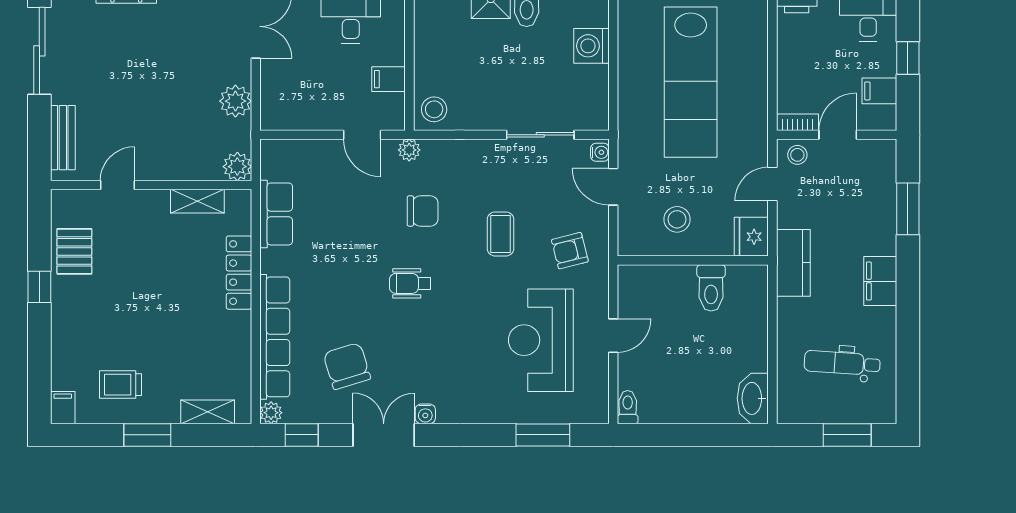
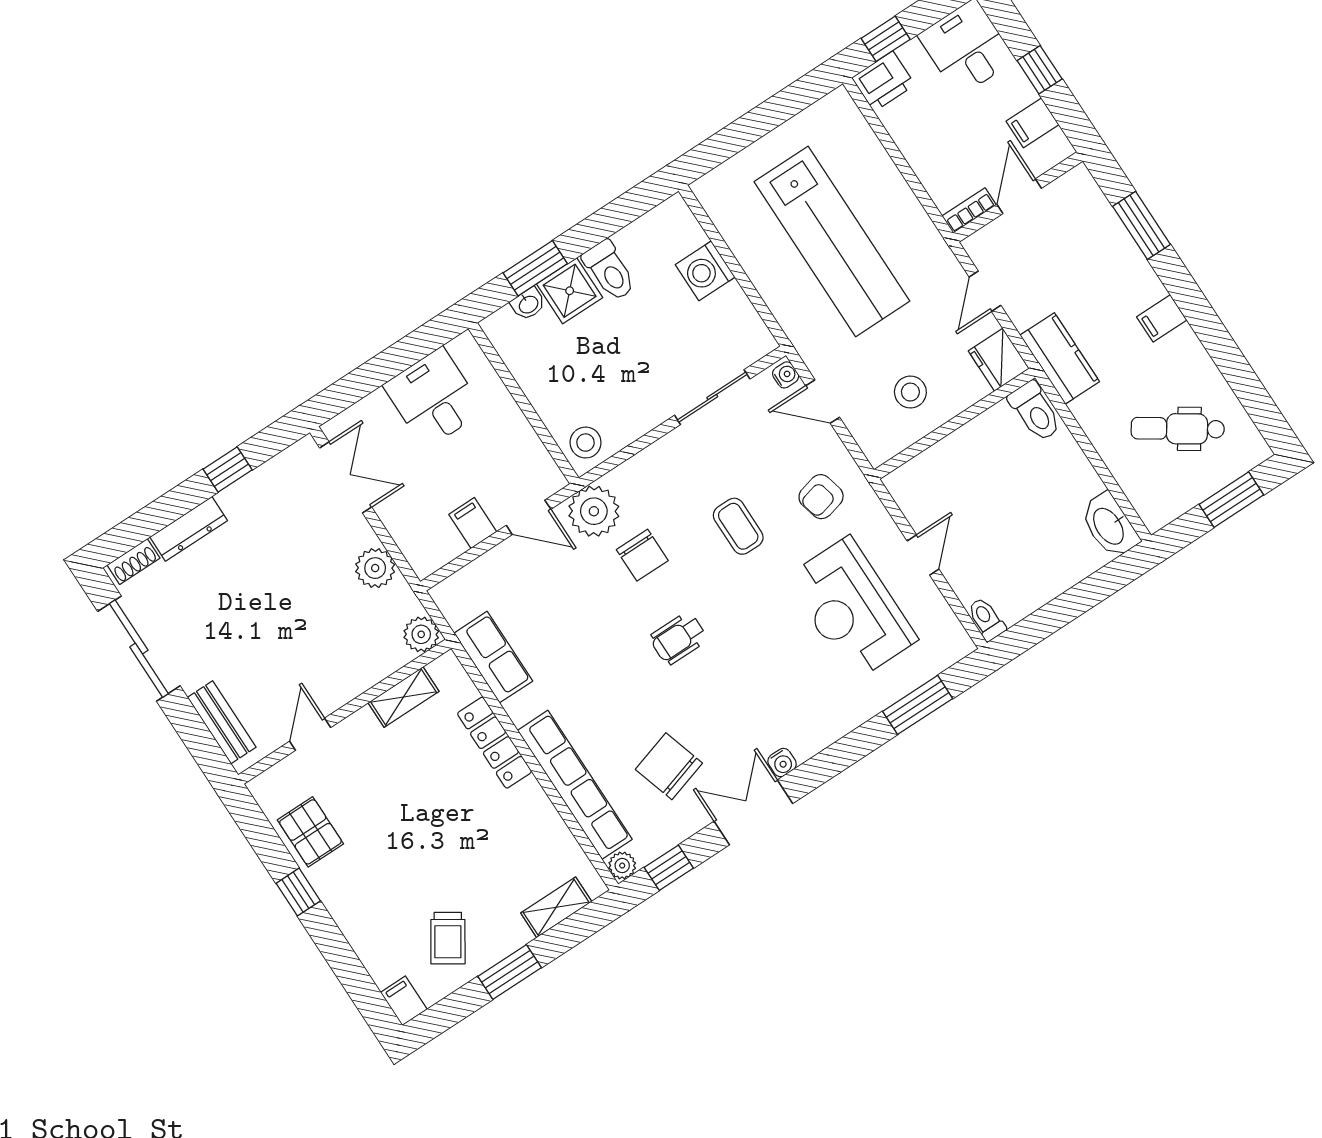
filing cabinet: (389, 79) -> (473, 523), moved, turned 90
plant: (409, 150) -> (594, 511), width x1.88, depth x1.88
stool: (797, 155) -> (991, 244), removed
chair: (423, 211) -> (642, 555), turned 90
filing cabinet: (880, 281) -> (1162, 318), width x0.50
toilet: (711, 288) -> (1035, 411), moved
dental chair: (842, 363) -> (1178, 429), turned 30
trolley: (120, 385) -> (448, 938), turned -57

